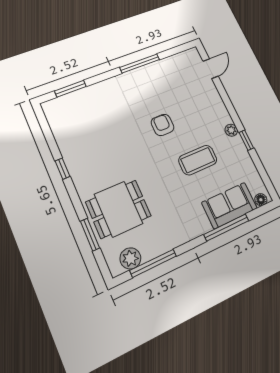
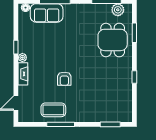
fireplace: (220, 109) -> (23, 74), added
coffee table: (198, 160) -> (53, 110), moved
dining table: (118, 209) -> (113, 40), turned 90

